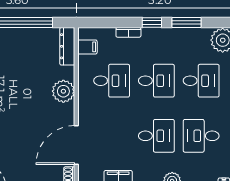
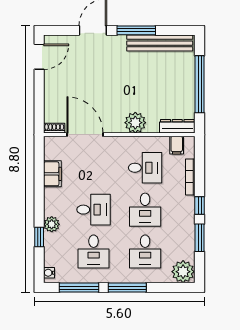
bookcase: (128, 32) -> (190, 177), width x1.56
desk: (112, 81) -> (145, 168), turned -90
desk: (156, 136) -> (94, 210), turned -90
desk: (201, 136) -> (94, 252), turned 180

